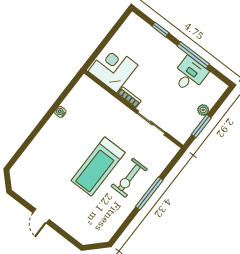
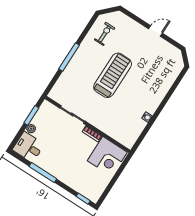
window: (160, 30) -> (83, 199), moved
desk: (190, 75) -> (28, 147), moved, turned 90
exercise bike: (129, 178) -> (105, 34), moved, width x0.73, depth x0.72
door: (41, 216) -> (156, 31), hinge flipped

